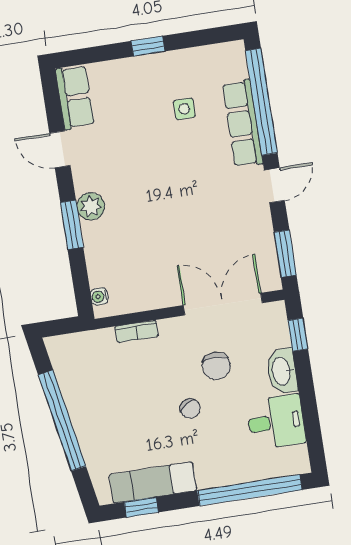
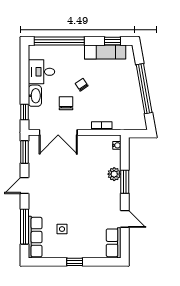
window: (261, 102) -> (24, 227), width x0.68
row of seats: (243, 123) -> (35, 237), moved
plant: (91, 206) -> (114, 174), moved

